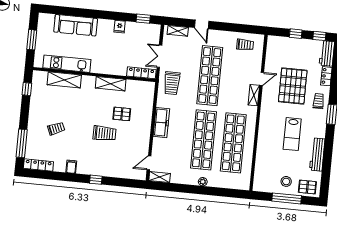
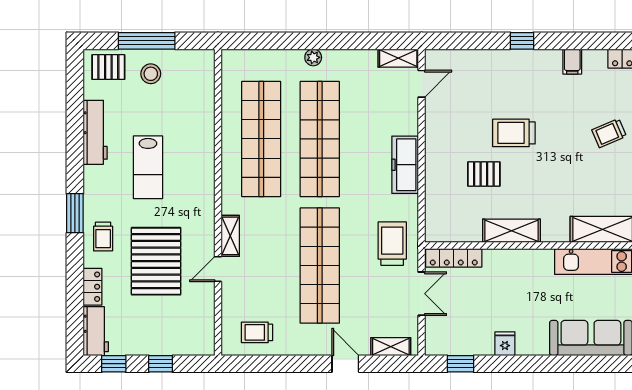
lab bench: (292, 134) -> (148, 167), turned 180

